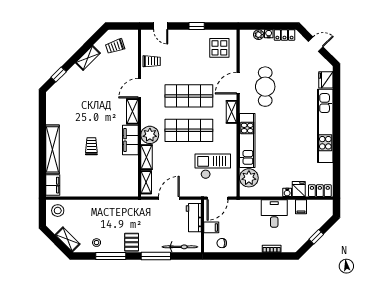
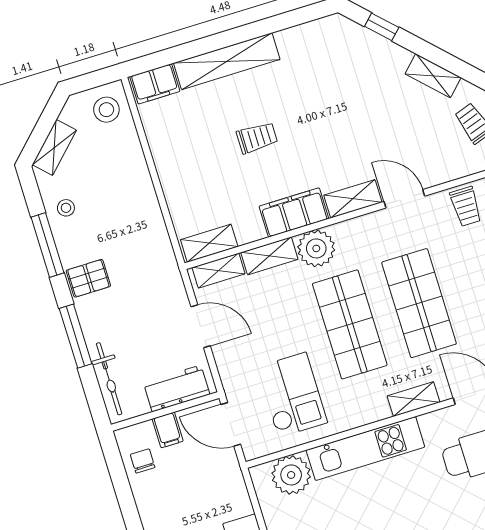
shelving: (132, 183) -> (209, 243), added

